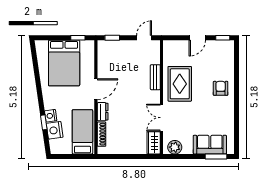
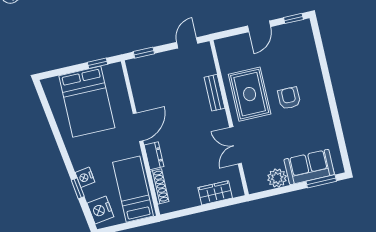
armchair: (221, 88) -> (289, 98), moved
nightstand: (55, 130) -> (100, 210), moved
wardrobe: (154, 143) -> (215, 193), moved, turned 90
plant: (175, 147) -> (277, 178), moved

